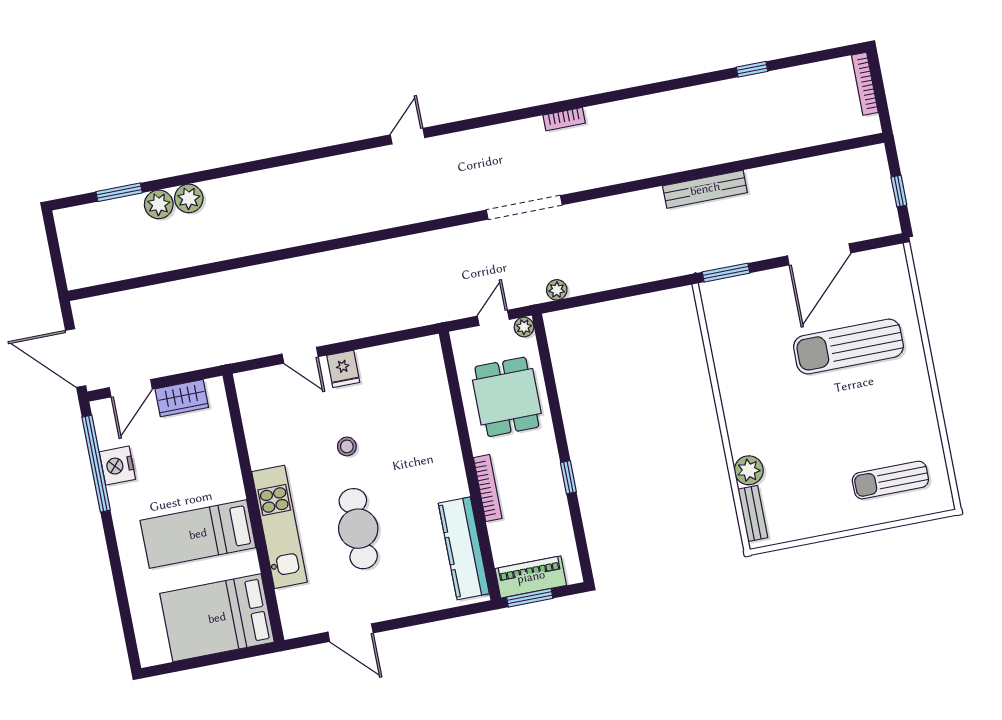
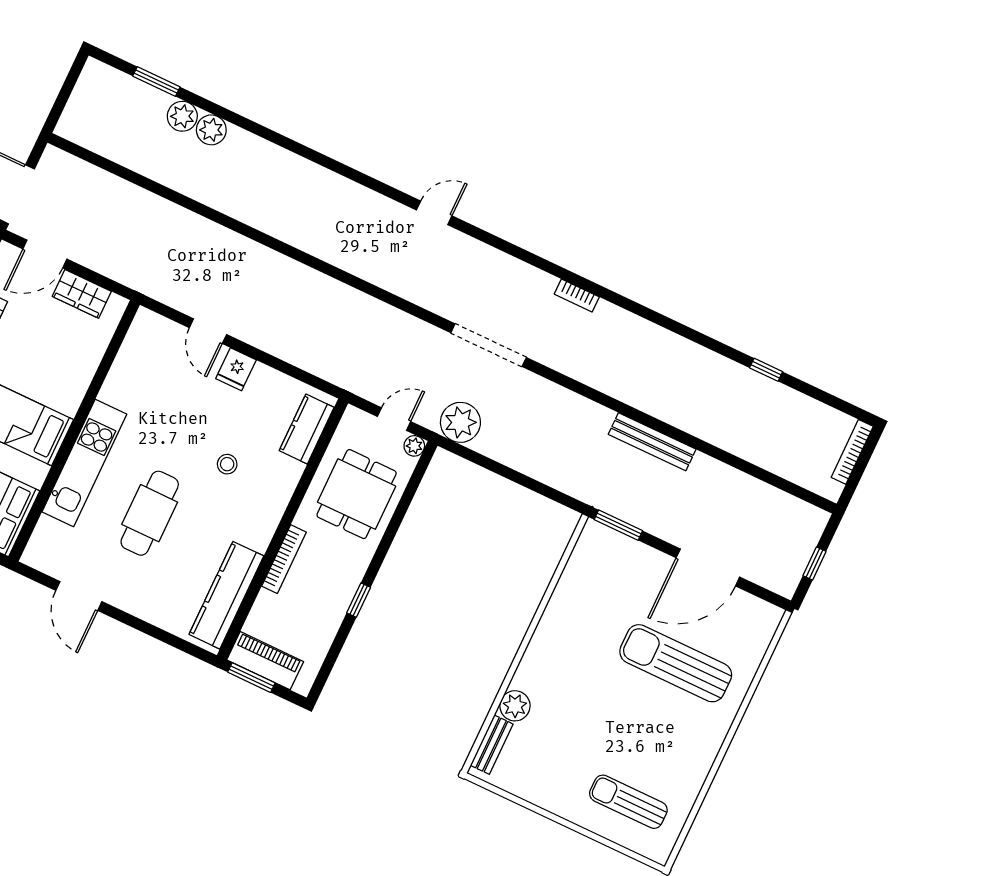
plant: (557, 290) -> (460, 422), width x1.88, depth x1.88
kitchen counter: (431, 375) -> (307, 429), added
stool: (347, 446) -> (227, 464), moved

